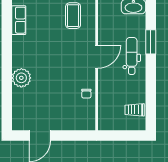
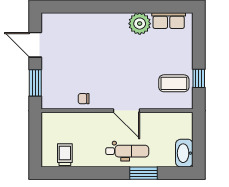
plant: (21, 78) -> (140, 24), moved
window: (73, 135) -> (35, 83), added

